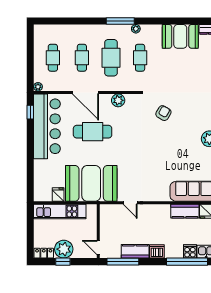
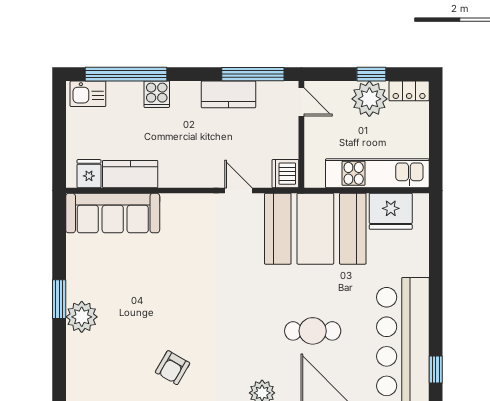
cafe table: (93, 132) -> (313, 331), width x0.73, depth x0.74
fridge: (58, 195) -> (391, 211), width x1.88, depth x1.34
dishwasher: (157, 251) -> (285, 174), moved, turned 90
cooker: (190, 251) -> (157, 94), moved

